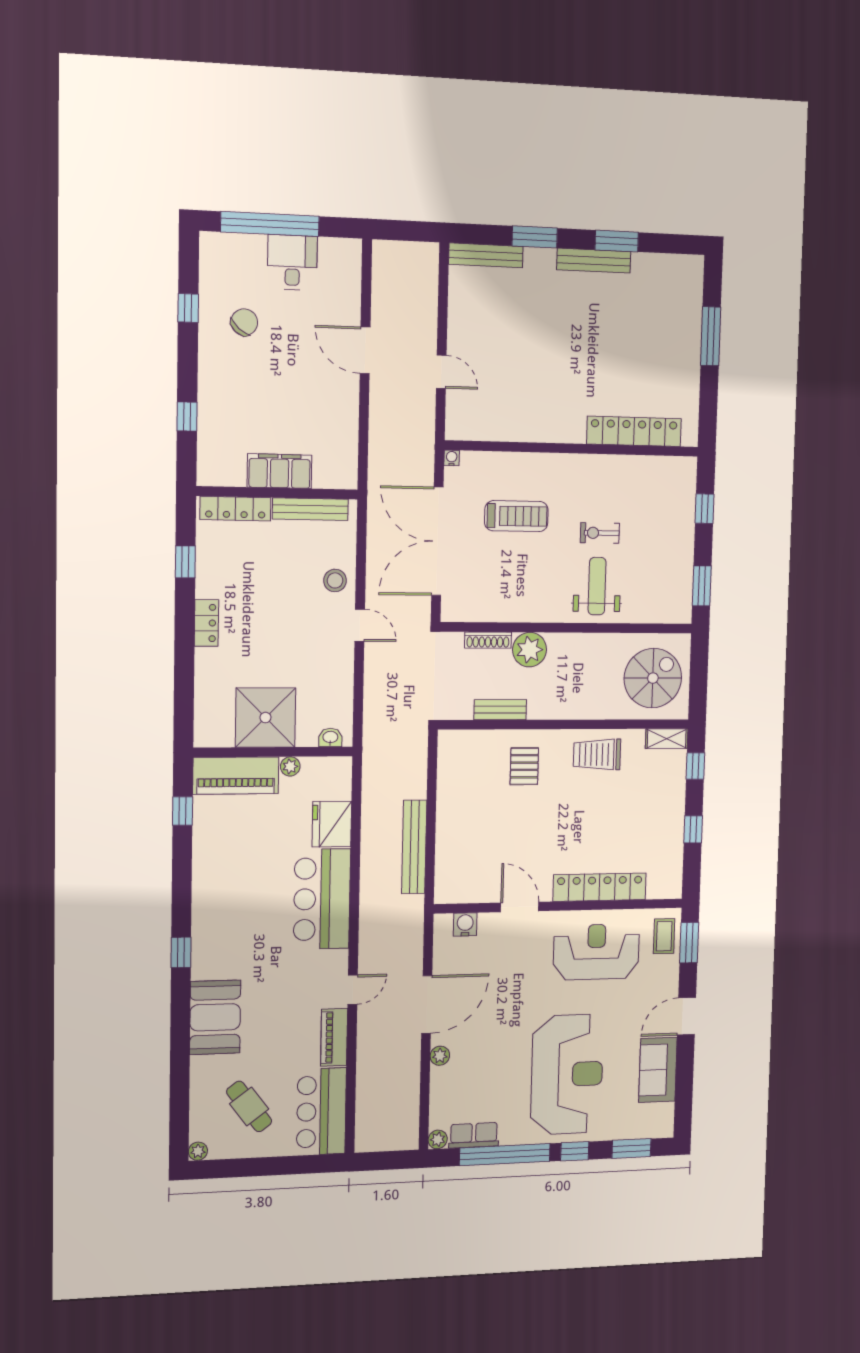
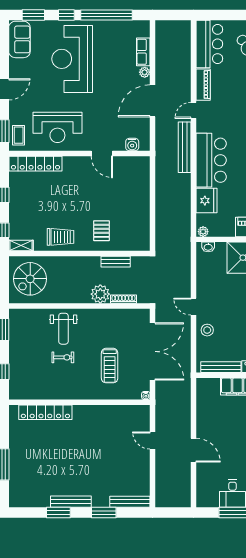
treadmill: (516, 516) -> (110, 366), turned -90
plant: (290, 766) -> (203, 232), moved
bench: (414, 847) -> (185, 147), moved
locker: (600, 887) -> (35, 164), moved
sofa: (658, 1070) -> (19, 39), moved
row of seats: (474, 1135) -> (143, 52), moved, turned 90
plant: (438, 1139) -> (145, 25), removed

